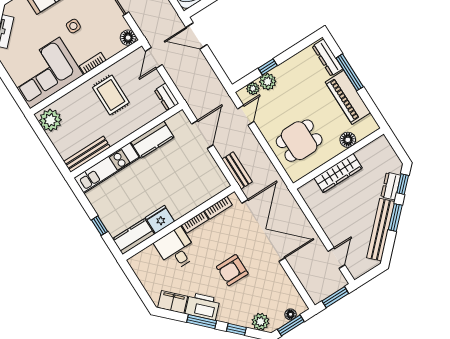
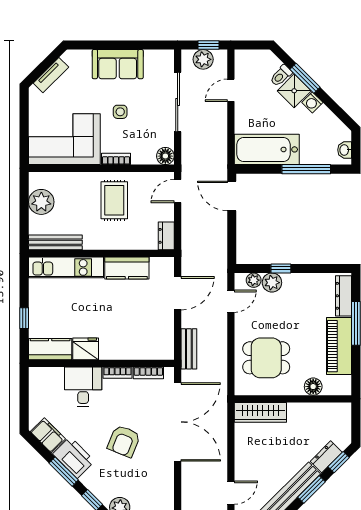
plant: (50, 120) -> (41, 202), moved
wardrobe: (338, 173) -> (260, 412), moved
armchair: (232, 270) -> (124, 441), turned -68

